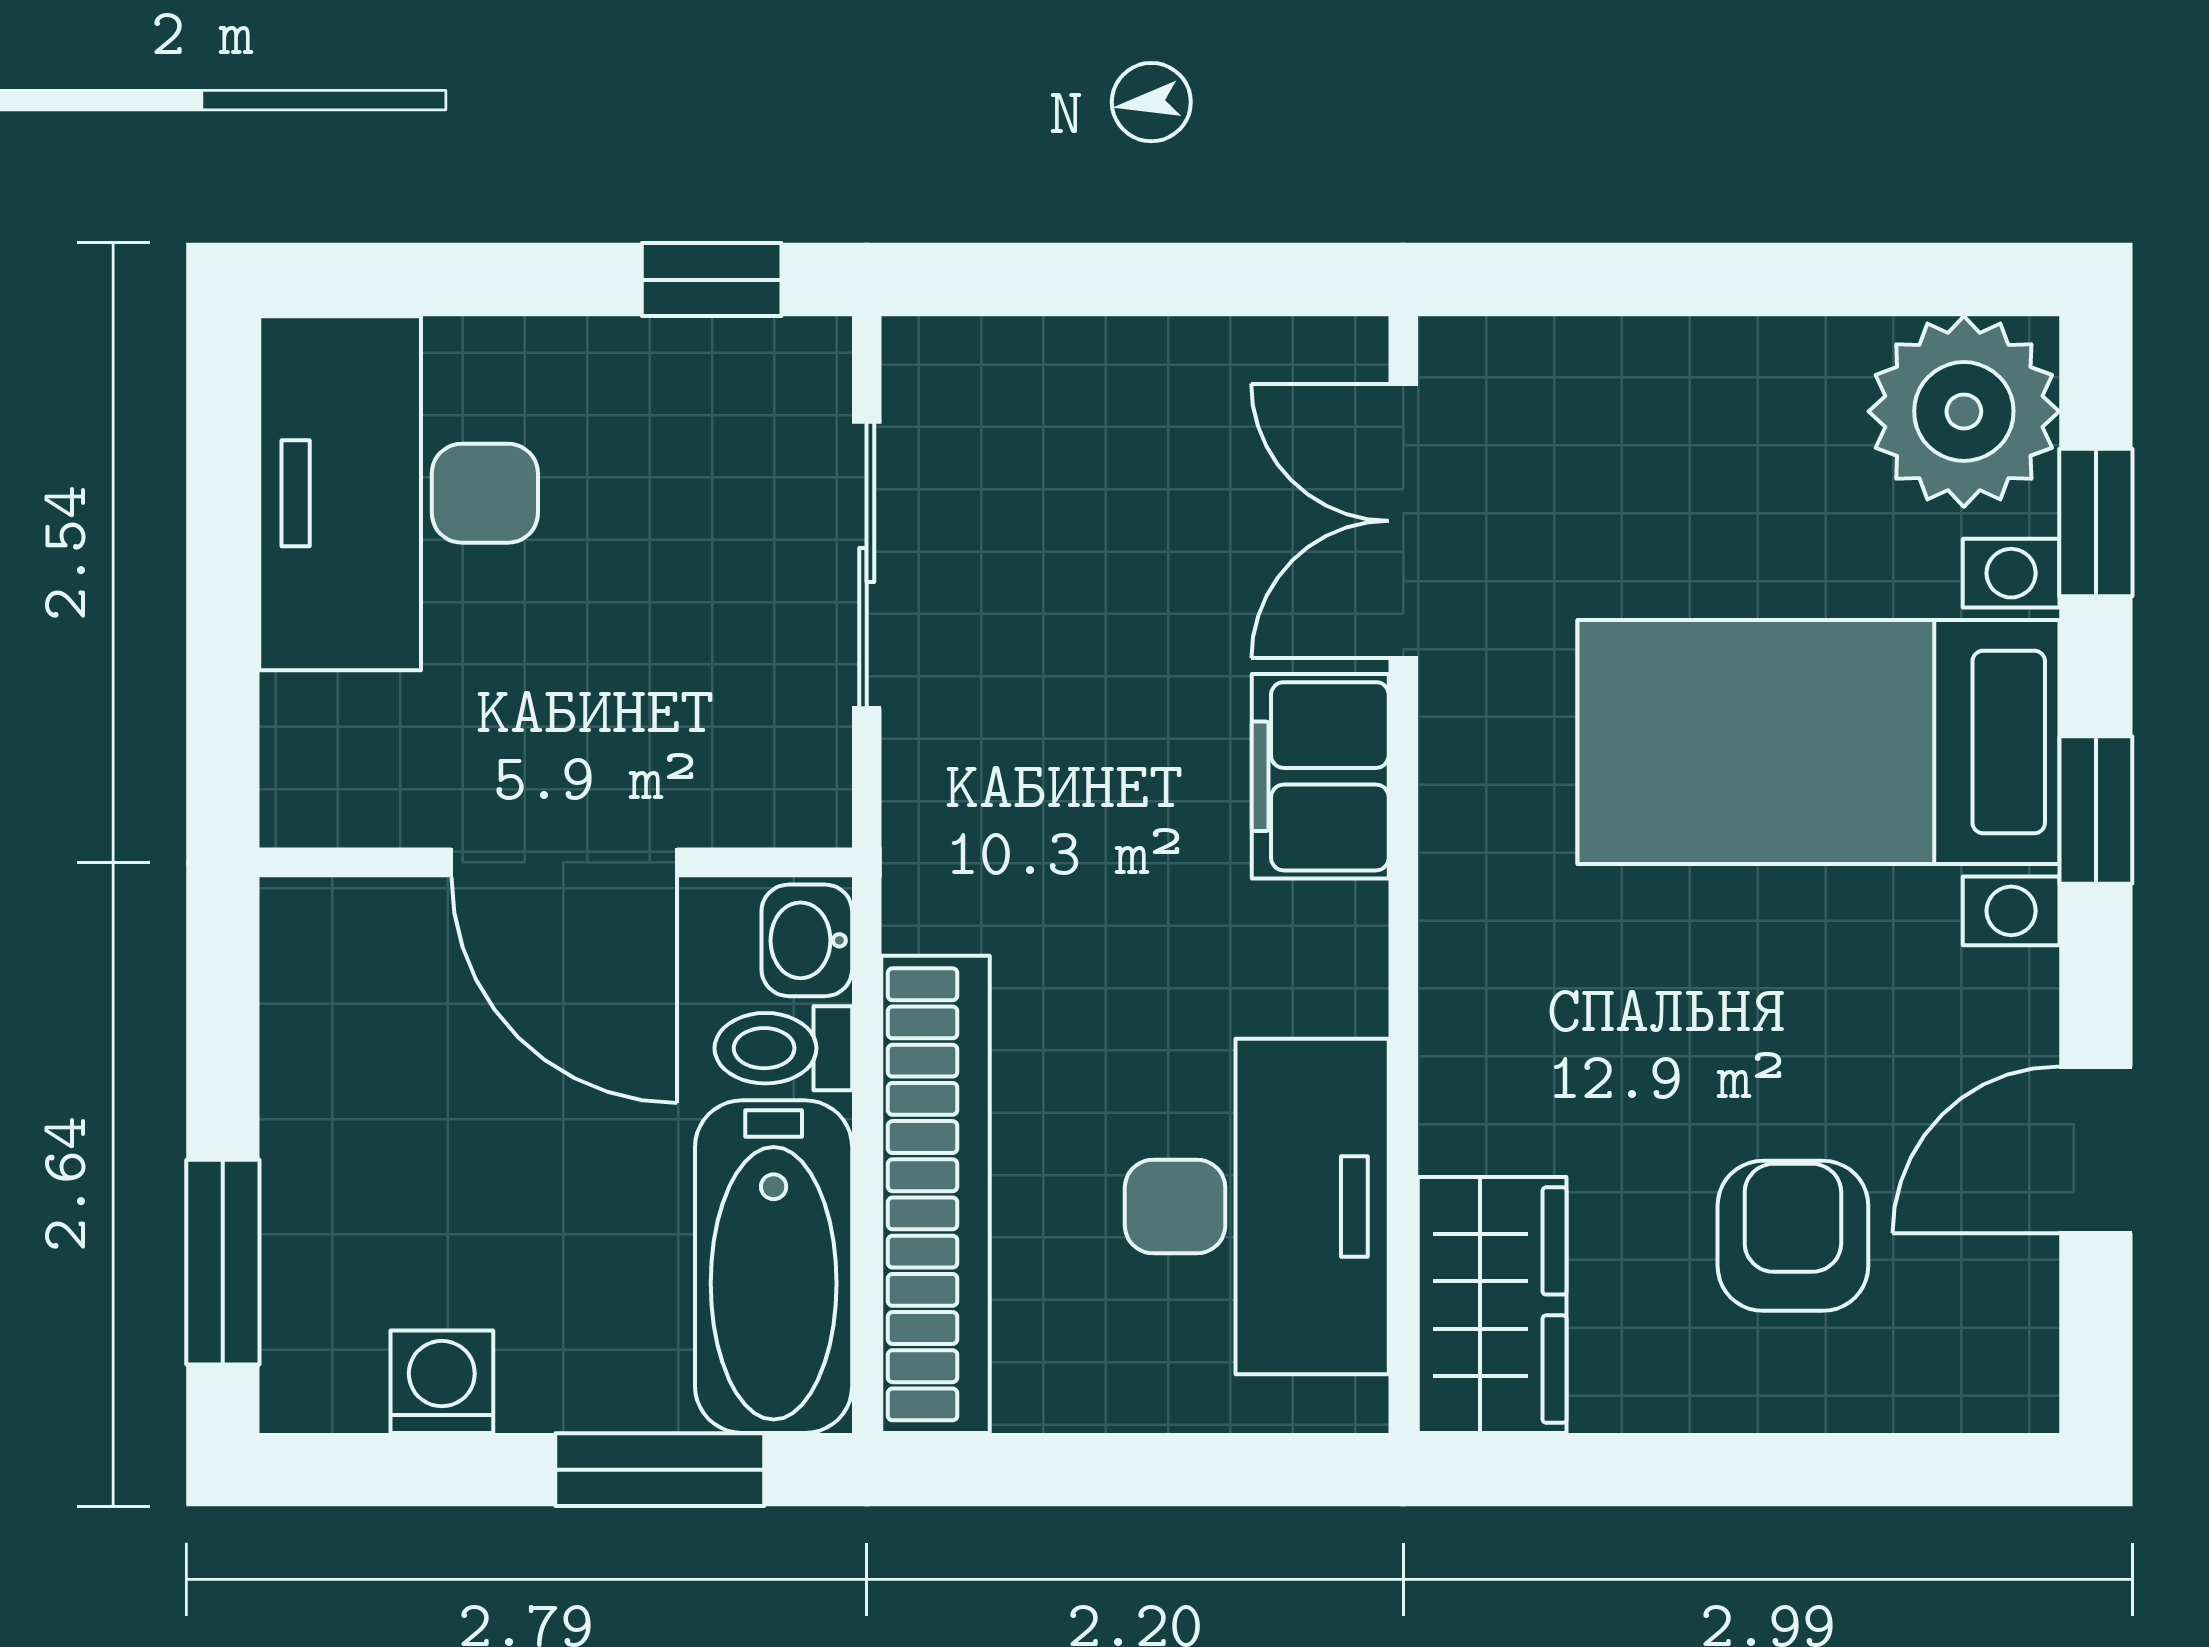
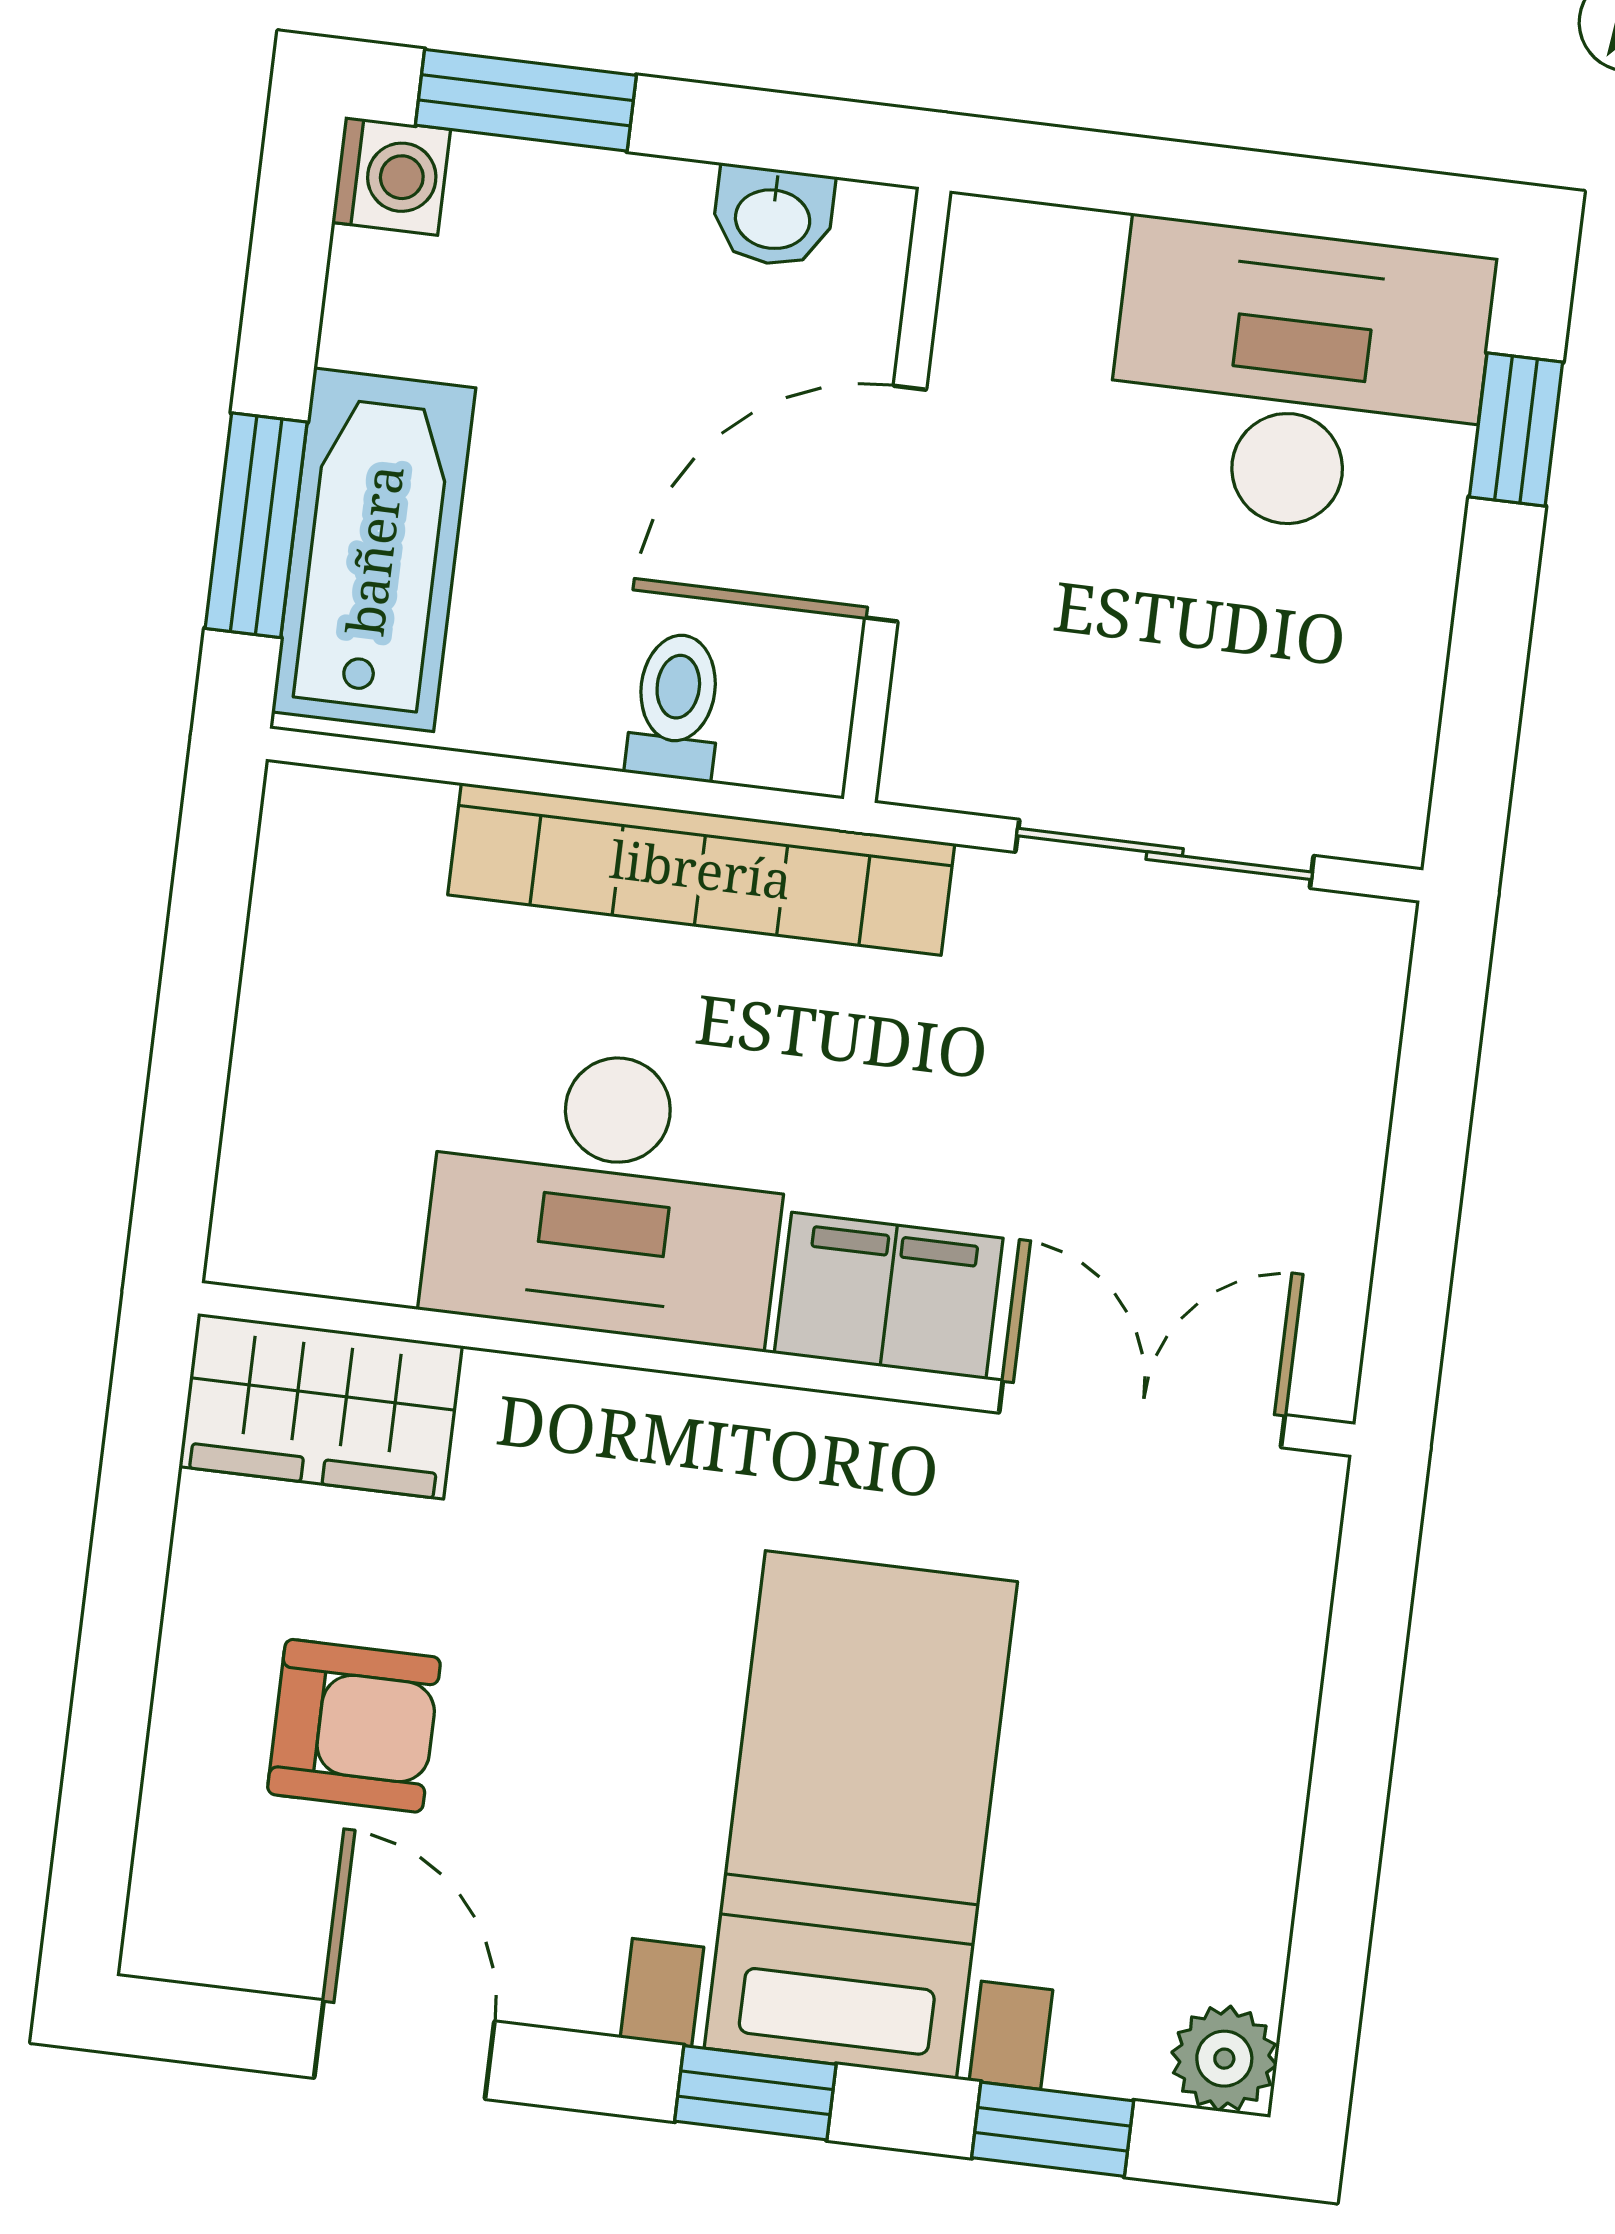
window: (712, 280) -> (1516, 429), moved
plant: (1964, 411) -> (1224, 2059), width x0.53, depth x0.53
washbasin: (807, 940) -> (773, 216), moved, turned 180
bookcase: (936, 1194) -> (701, 869), moved
desk: (1257, 1206) -> (607, 1195), moved
bathtub: (774, 1267) -> (374, 550), moved, turned 90
washing machine: (442, 1382) -> (391, 176), moved

